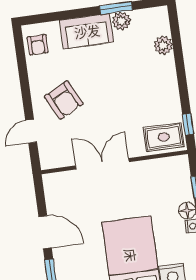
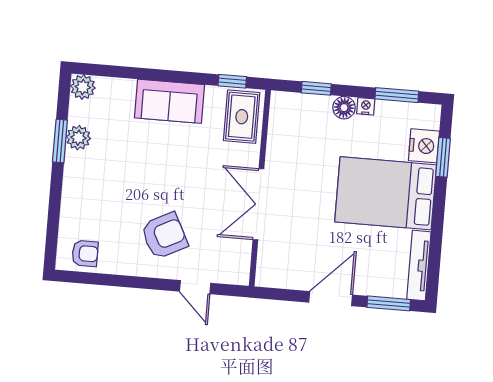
sofa: (87, 31) -> (169, 101), moved, turned 90
plant: (163, 45) -> (83, 87), moved

